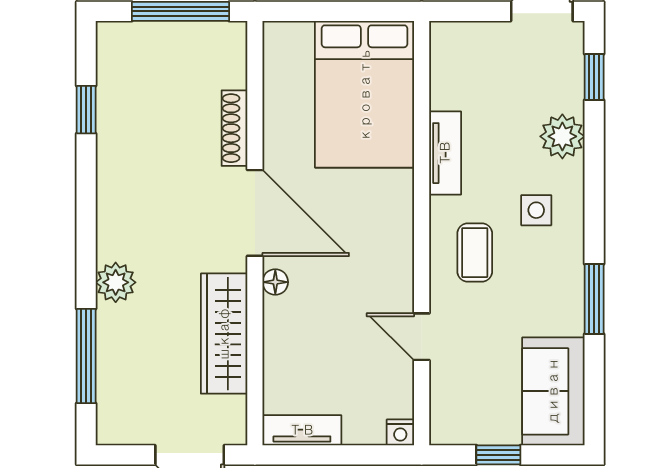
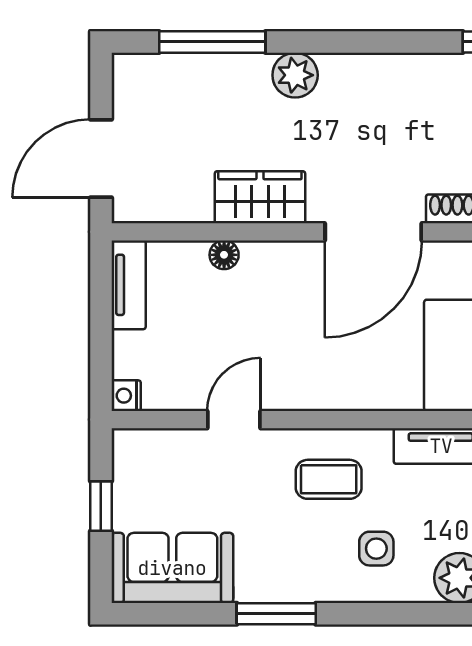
floor lamp: (275, 282) -> (224, 255), moved
wardrobe: (224, 334) -> (260, 197), width x0.67

